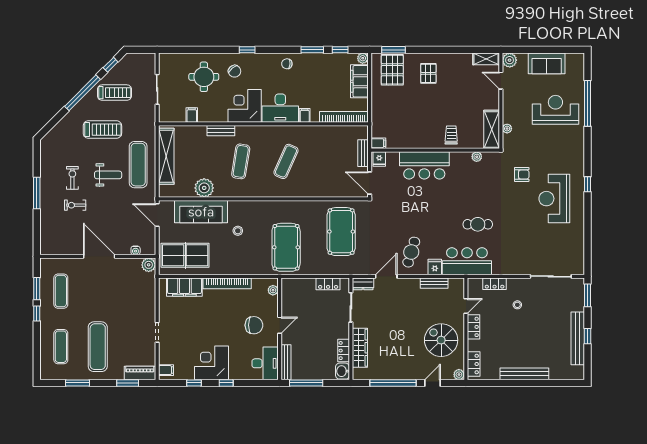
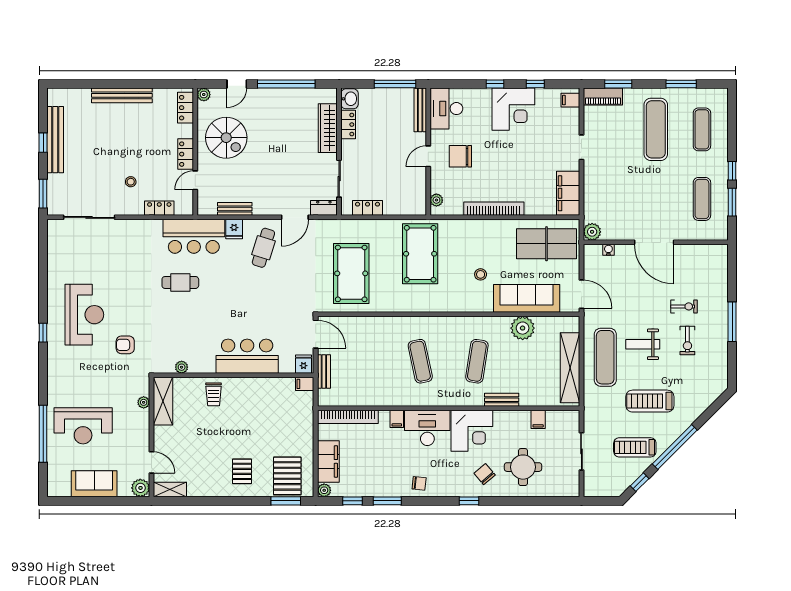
exercise mat: (286, 161) -> (420, 361), turned -36
filing cabinet: (184, 287) -> (568, 193), moved, turned -90

